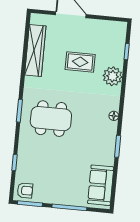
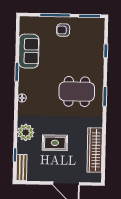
bench: (120, 37) -> (22, 168), added
sofa: (101, 185) -> (29, 51), moved
armchair: (25, 190) -> (63, 30), moved

